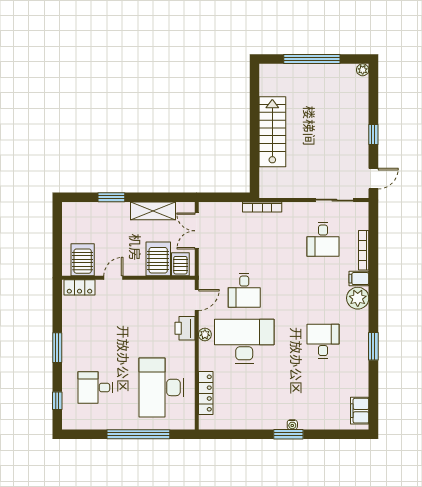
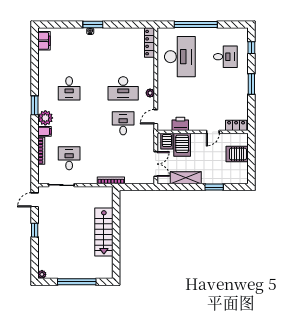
server rack: (83, 260) -> (237, 154), moved, turned 90
printer: (185, 328) -> (180, 124), moved, turned -90
desk: (244, 341) -> (123, 88), width x0.73, depth x0.77
window: (373, 346) -> (35, 105), moved
locker: (206, 393) -> (150, 43), moved

